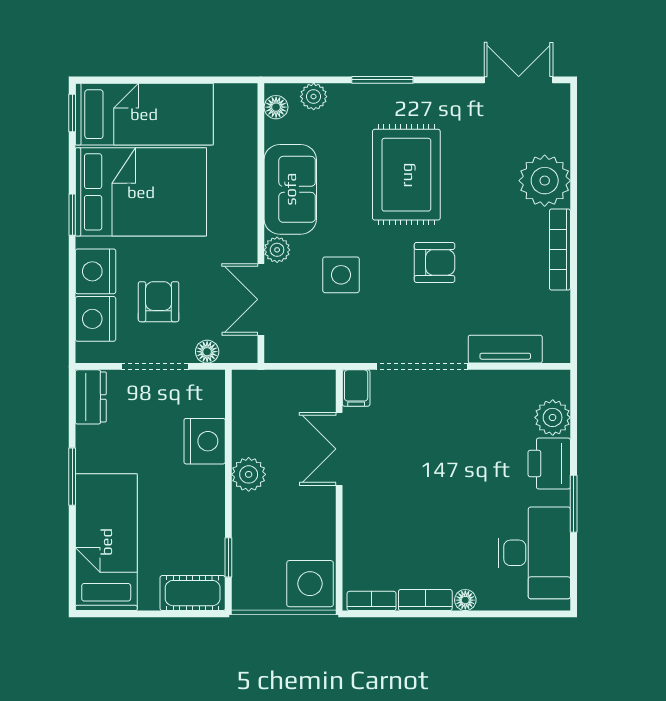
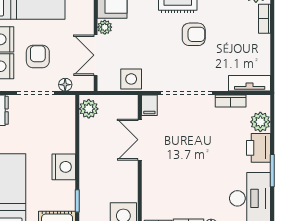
bookcase: (560, 250) -> (265, 19), width x0.64
side table: (341, 275) -> (131, 79), moved
tv unit: (505, 349) -> (250, 83), moved
bookcase: (500, 381) -> (231, 101), added
nightstand: (205, 441) -> (64, 167), moved
plant: (249, 474) -> (89, 109), moved

